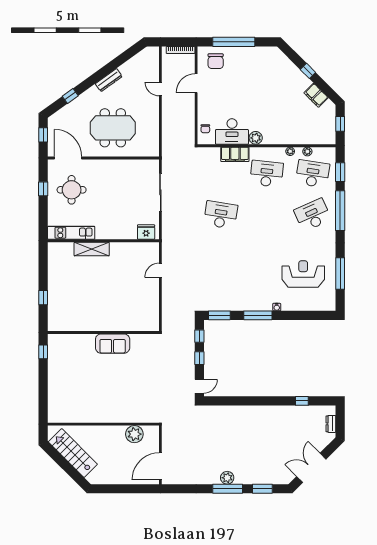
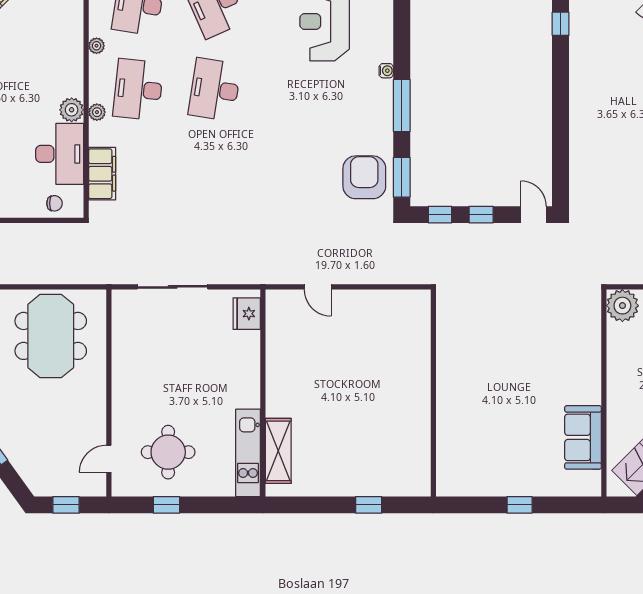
meeting table: (113, 128) -> (51, 336), moved
plant: (307, 152) -> (97, 112), moved
filing cabinet: (235, 154) -> (102, 174), moved
door: (68, 158) -> (109, 459), width x0.53
desk: (221, 215) -> (215, 89), moved
shelving: (92, 249) -> (278, 451), moved
armchair: (219, 295) -> (364, 177), added
sofa: (113, 344) -> (583, 437), moved, turned 180
window: (43, 352) -> (520, 505), moved
plant: (134, 434) -> (622, 306), moved

